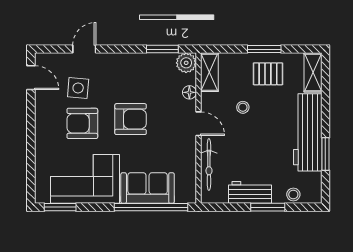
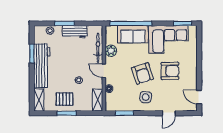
plant: (186, 63) -> (111, 51), moved
side table: (78, 88) -> (146, 97), moved
armchair: (131, 119) -> (142, 73), turned -108

